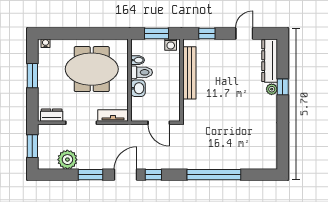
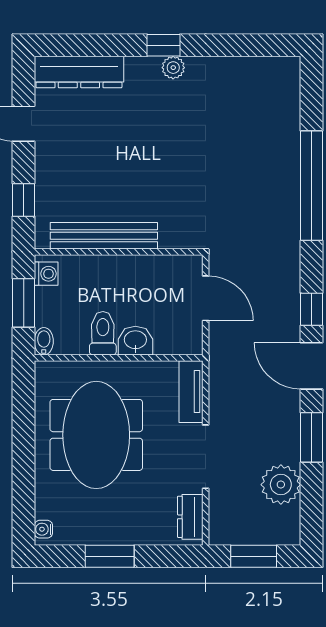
bidet: (138, 60) -> (44, 341), moved
window: (283, 87) -> (164, 45), moved
plant: (272, 89) -> (173, 68), moved
door: (159, 123) -> (206, 298), hinge flipped

